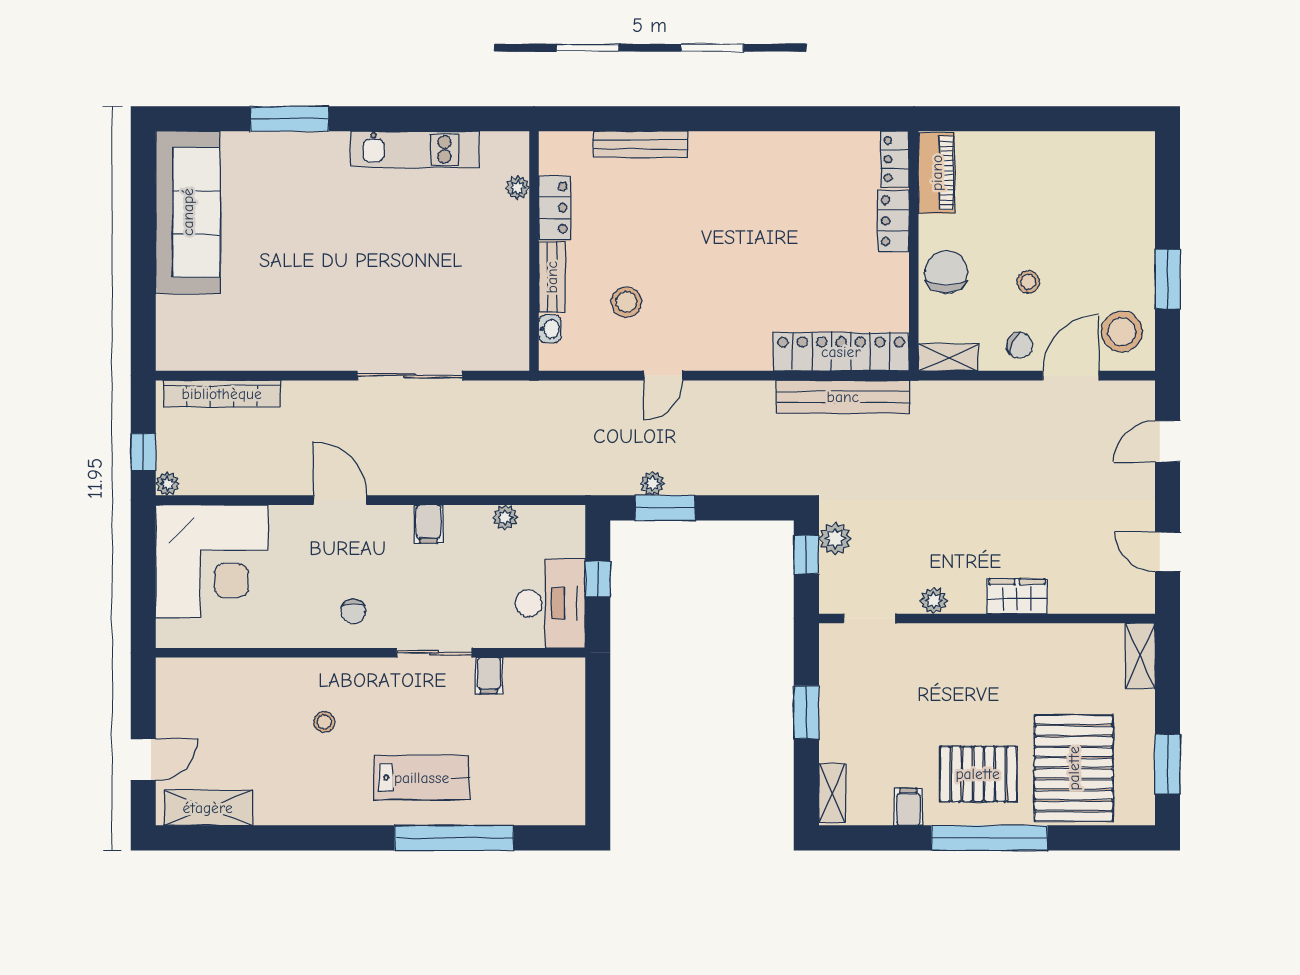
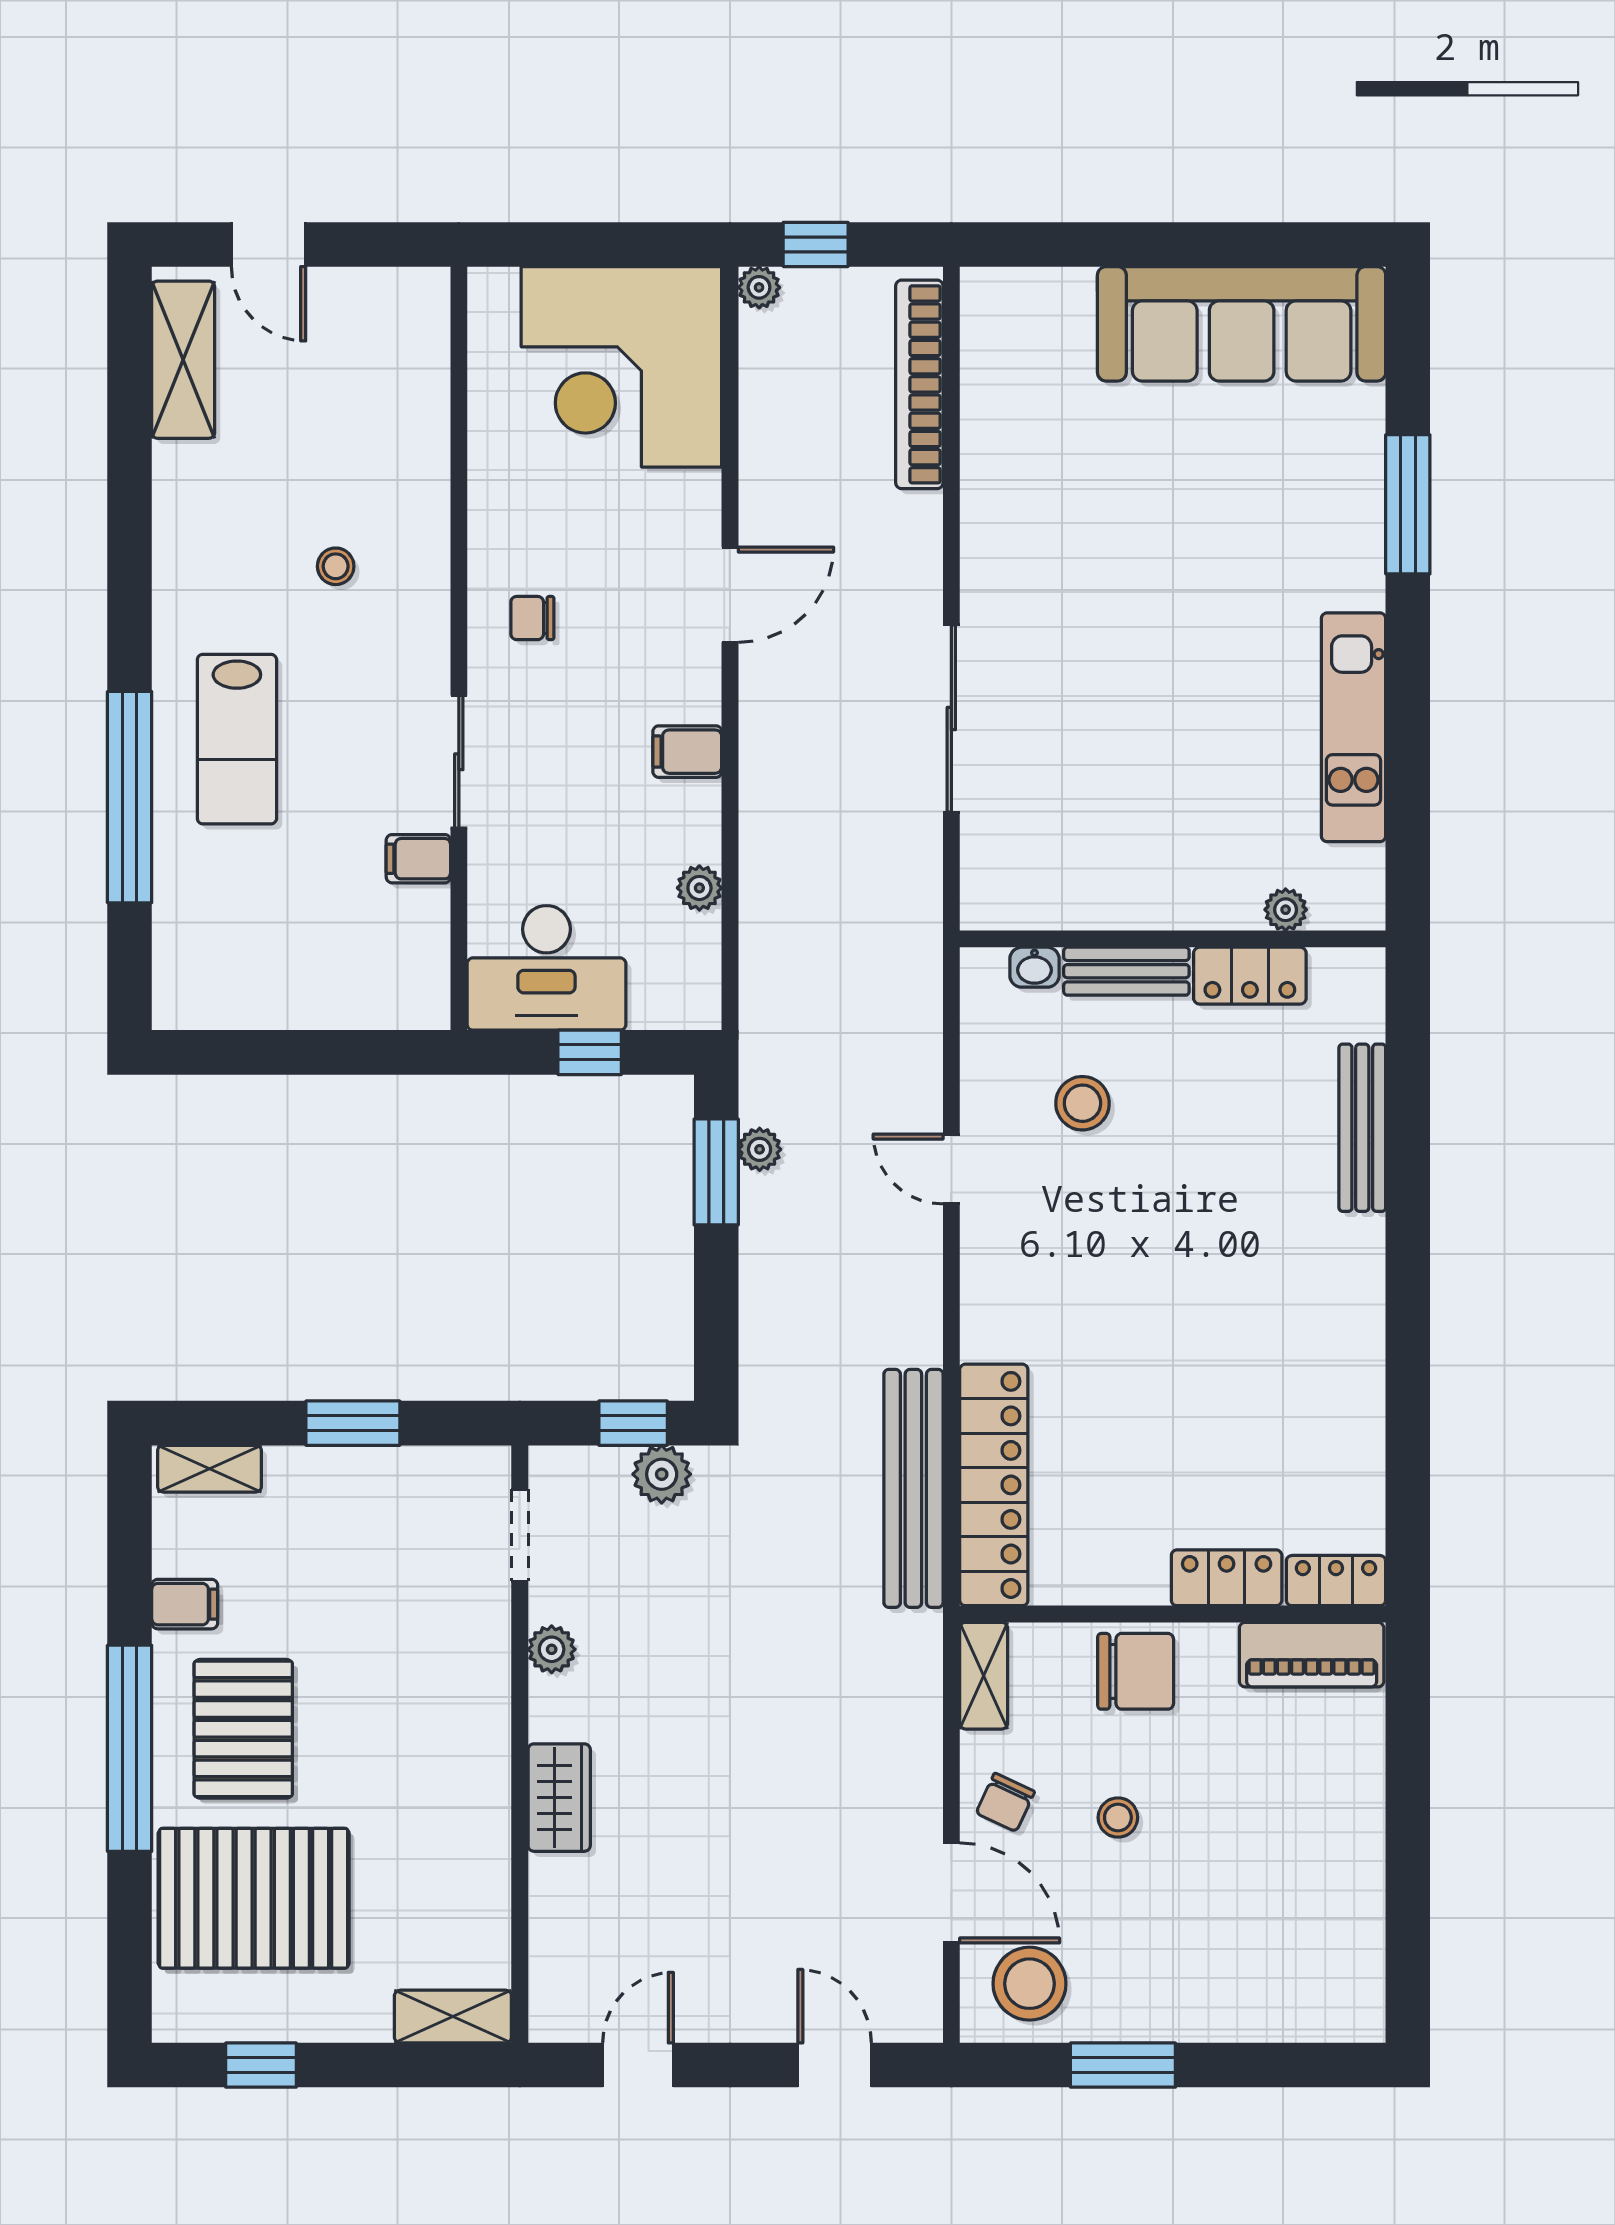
window: (1168, 764) -> (261, 2065), width x0.67

